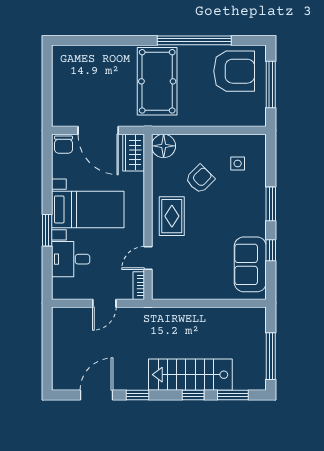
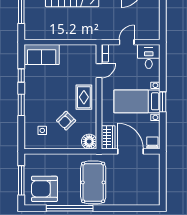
window: (47, 230) -> (163, 102), moved
desk: (71, 259) -> (149, 56), moved, turned -90
sofa: (250, 264) -> (42, 54), moved, turned 90

